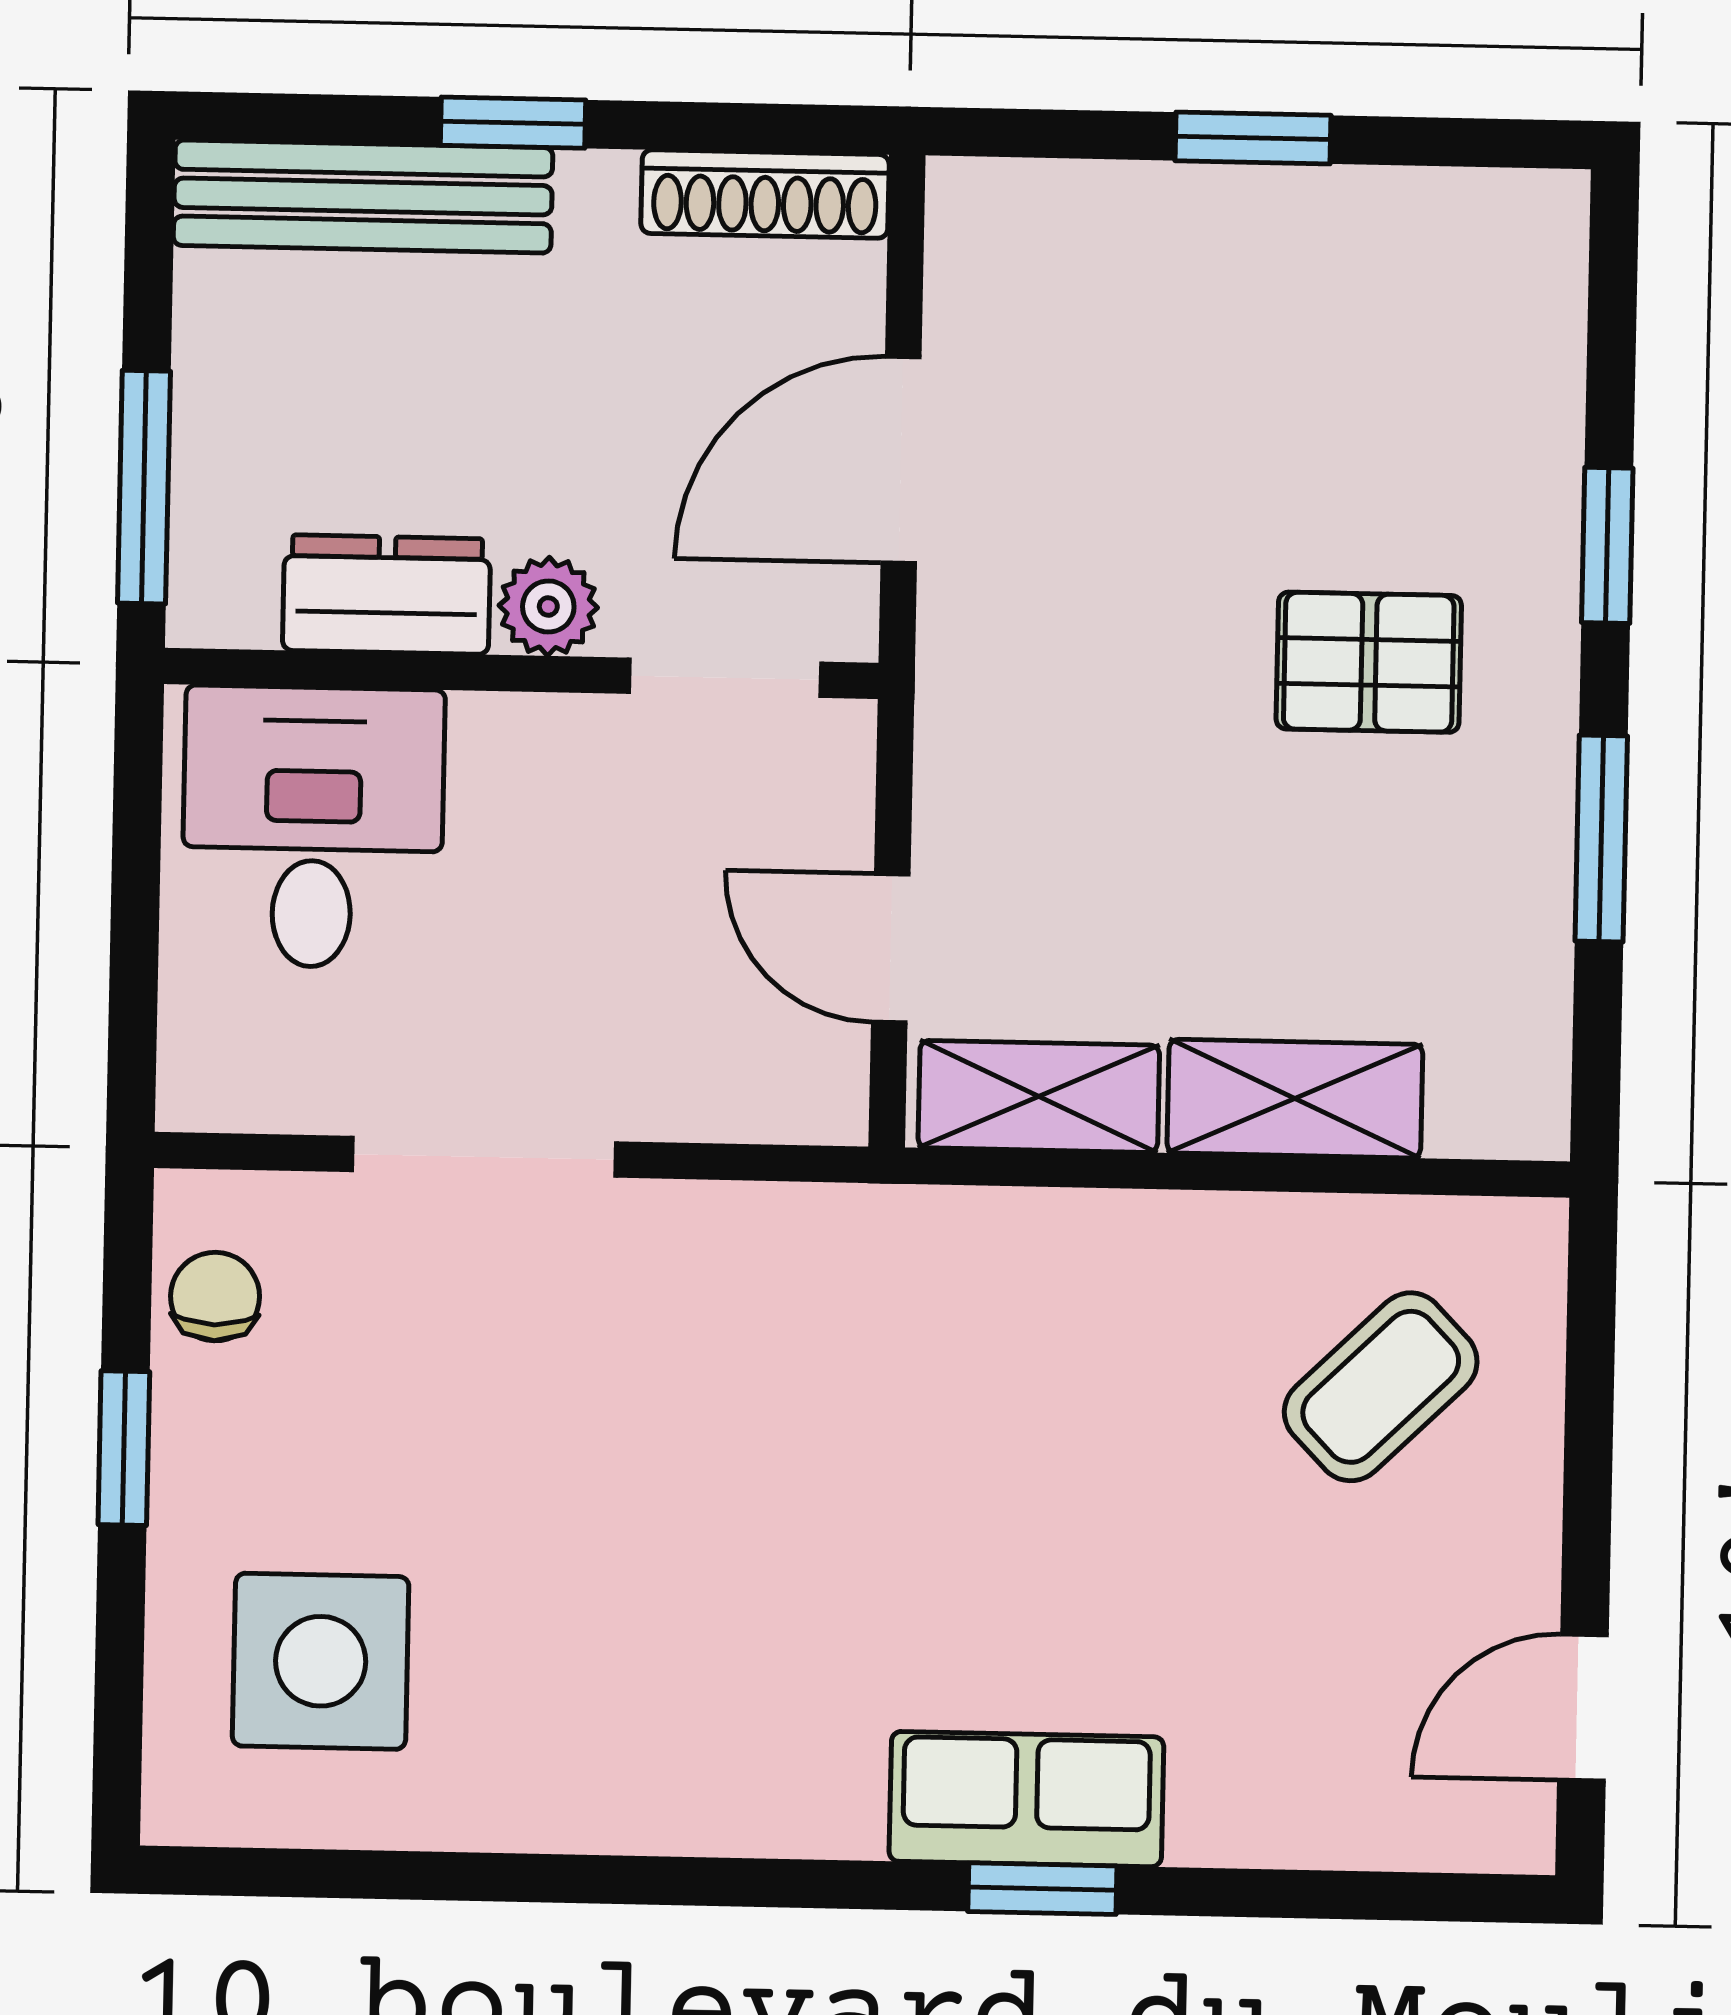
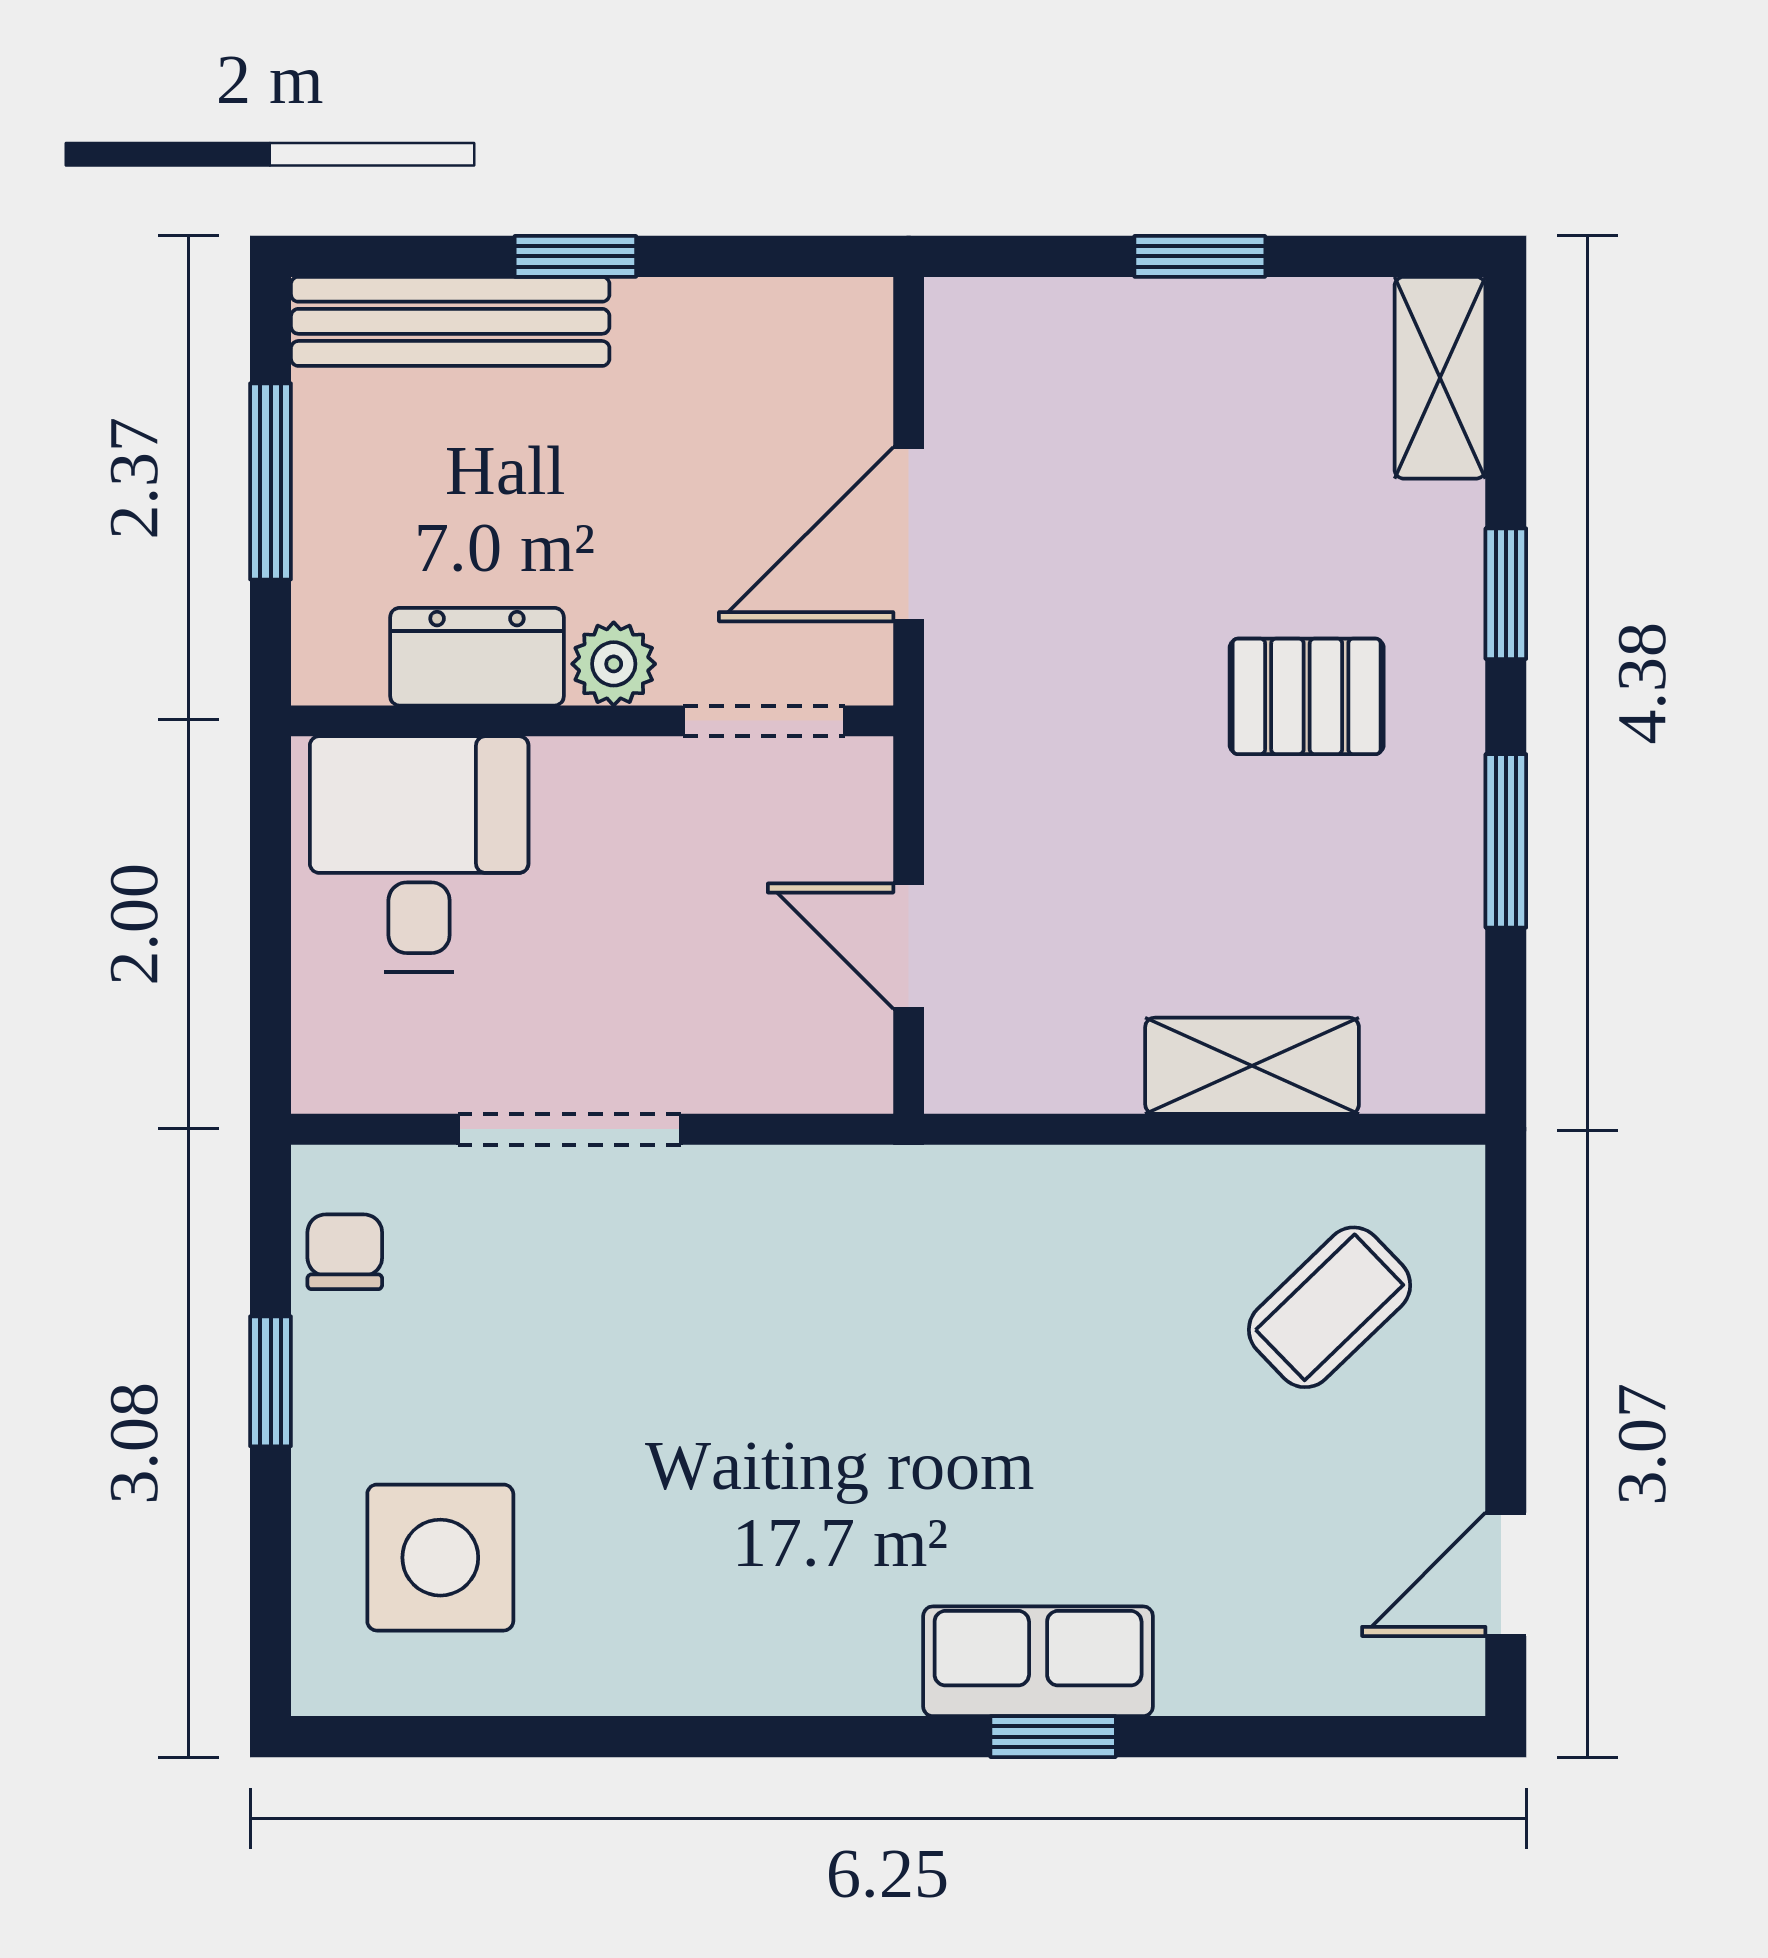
shoe rack: (765, 194) -> (789, 312), removed
window: (144, 487) -> (271, 481), moved
shelving: (1039, 1096) -> (1440, 378), moved, turned 90

